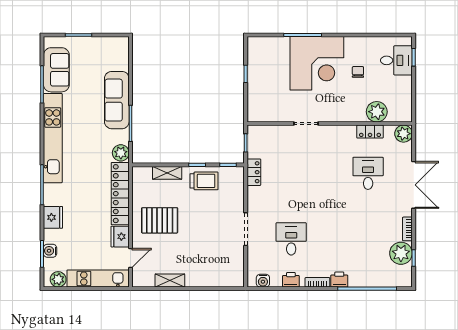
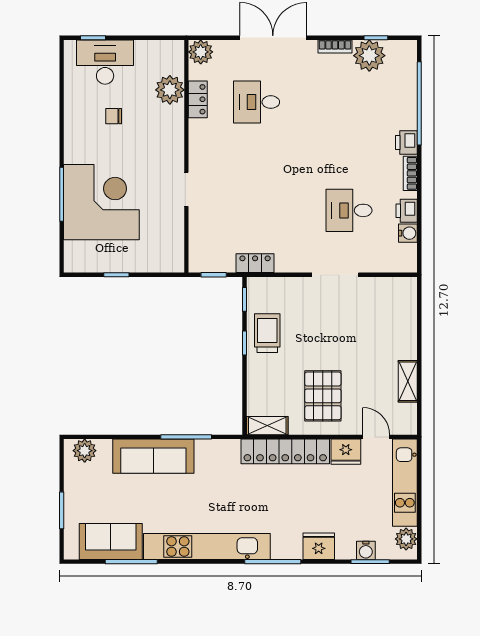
desk: (396, 60) -> (105, 62), width x1.37
corner desk: (317, 63) -> (101, 202), moved
plant: (121, 153) -> (85, 451), moved
shelving: (167, 173) -> (267, 426), moved, turned 90
water cooler: (263, 281) -> (408, 233), moved

